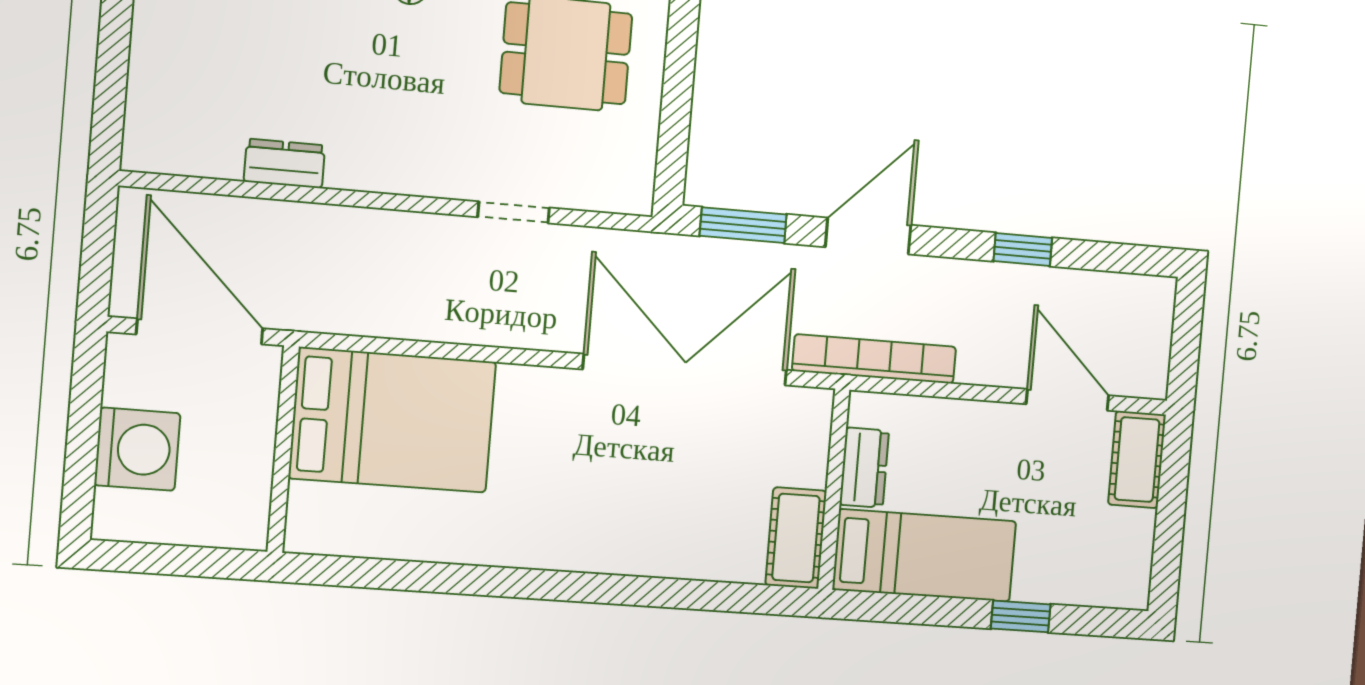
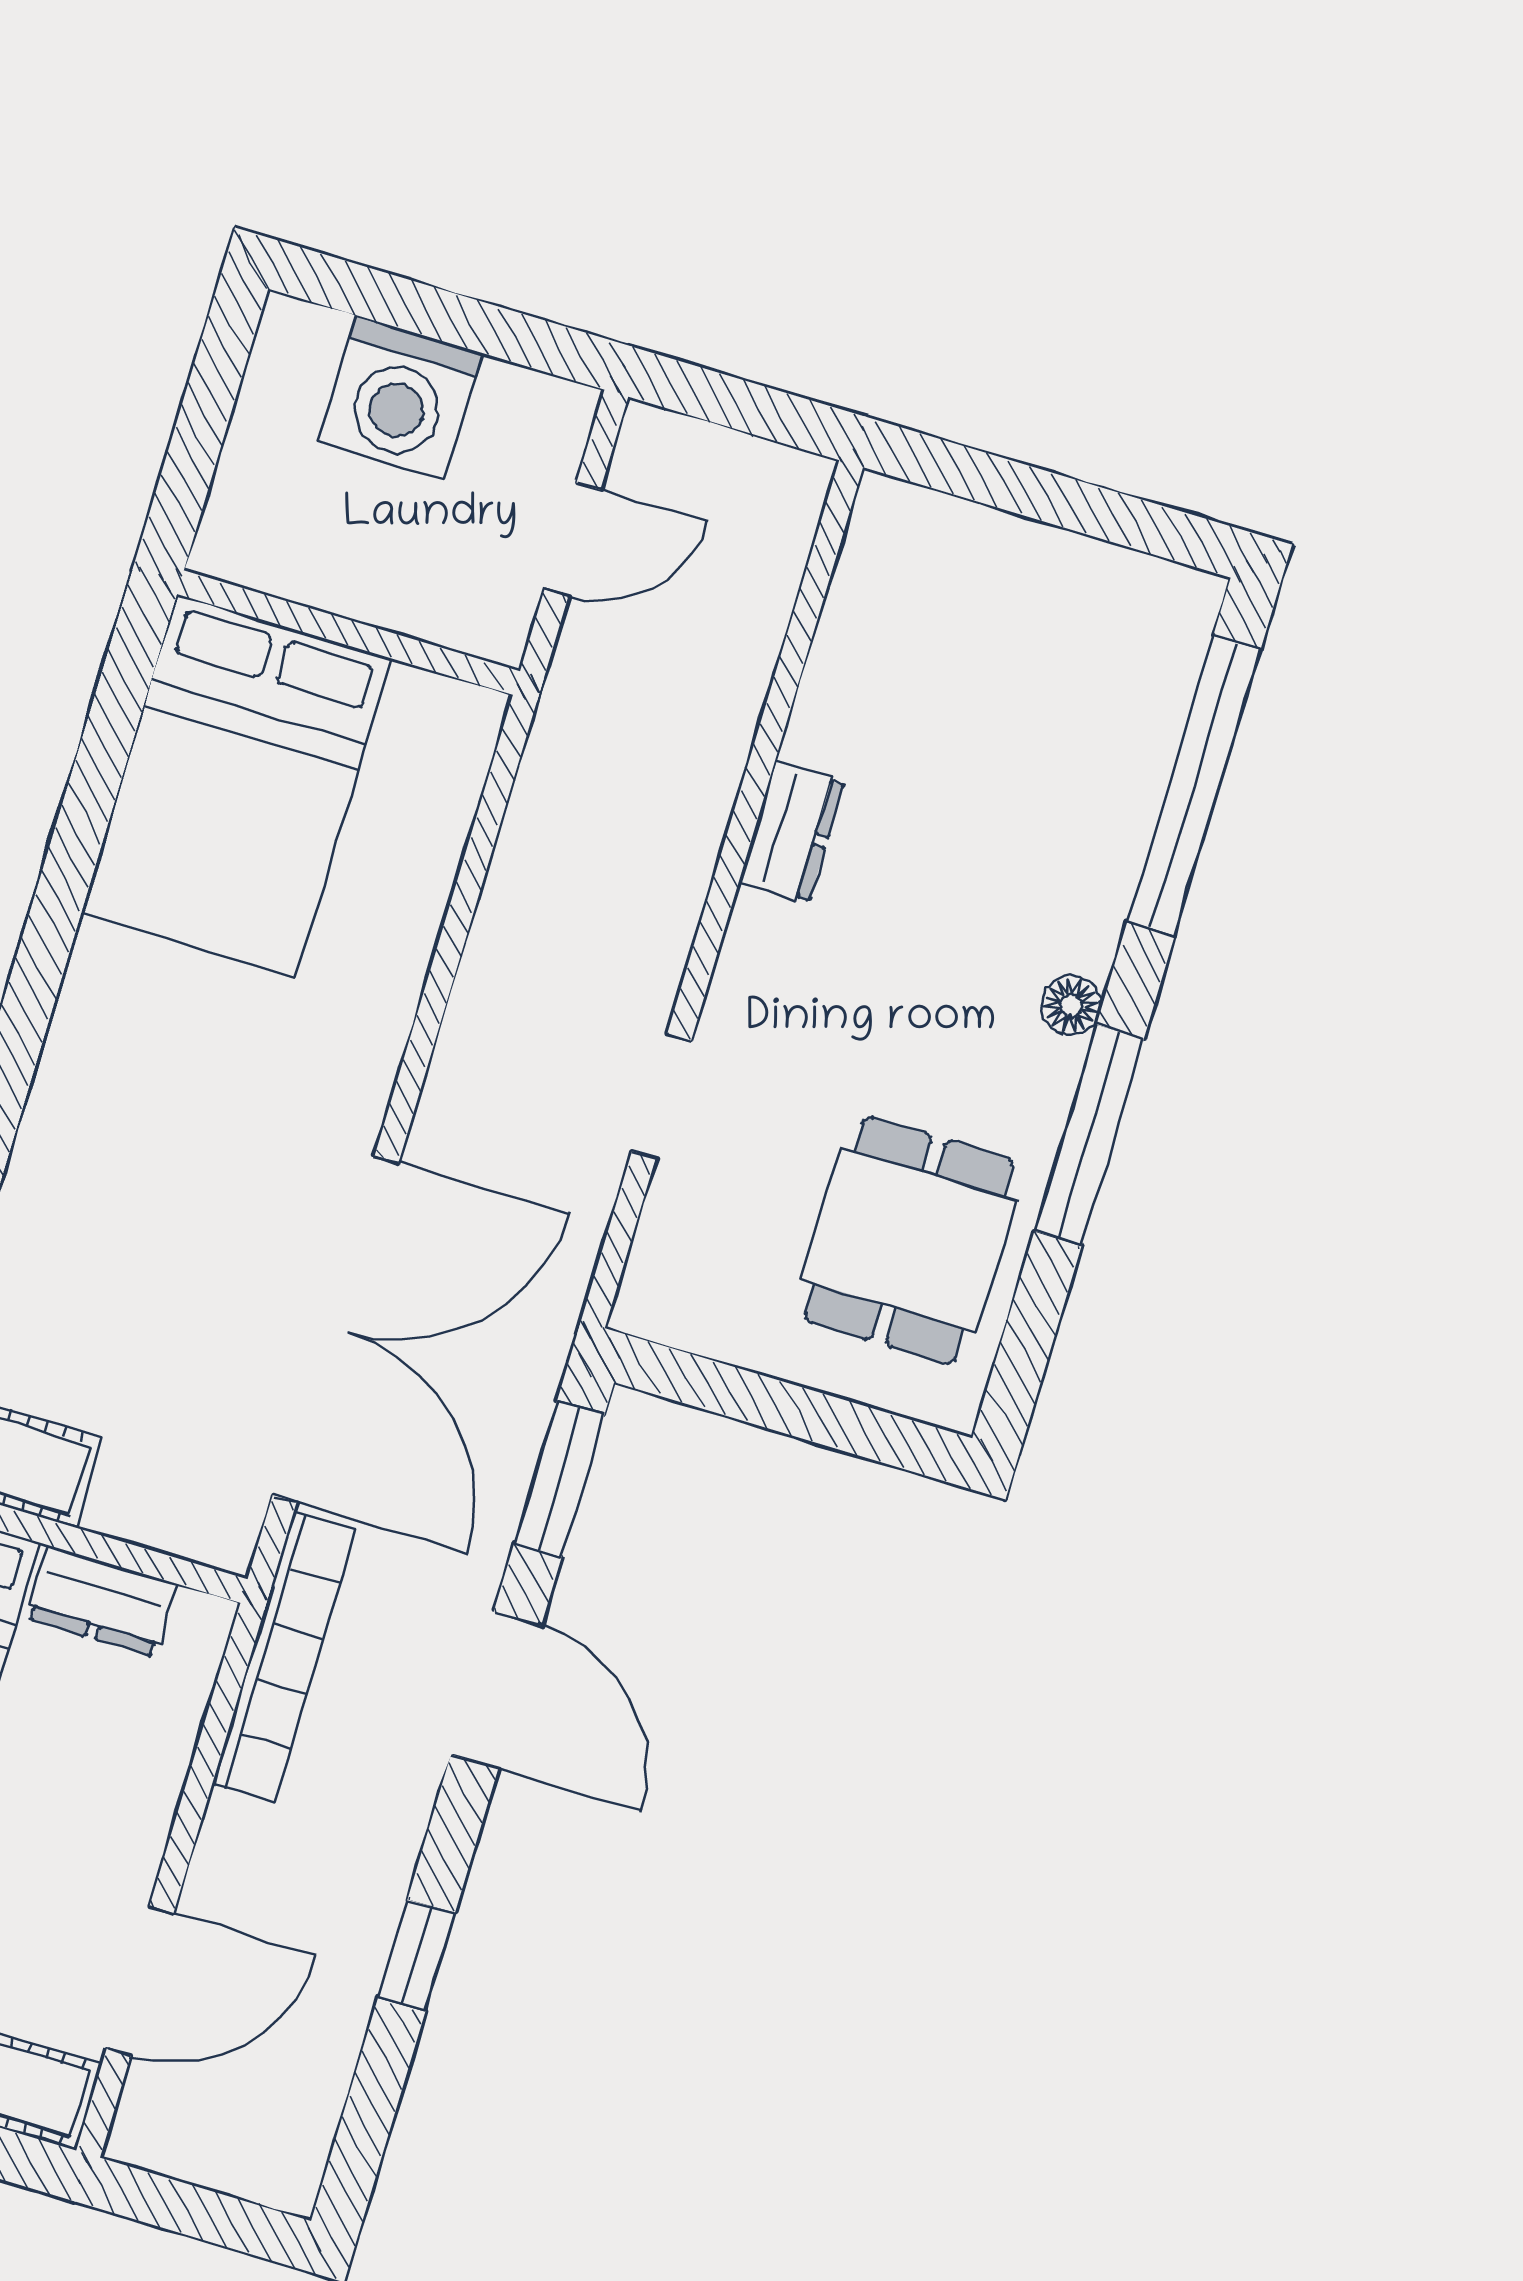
dresser: (284, 163) -> (792, 832), moved
door: (200, 331) -> (572, 540), width x0.53
bed: (393, 420) -> (236, 786), moved

